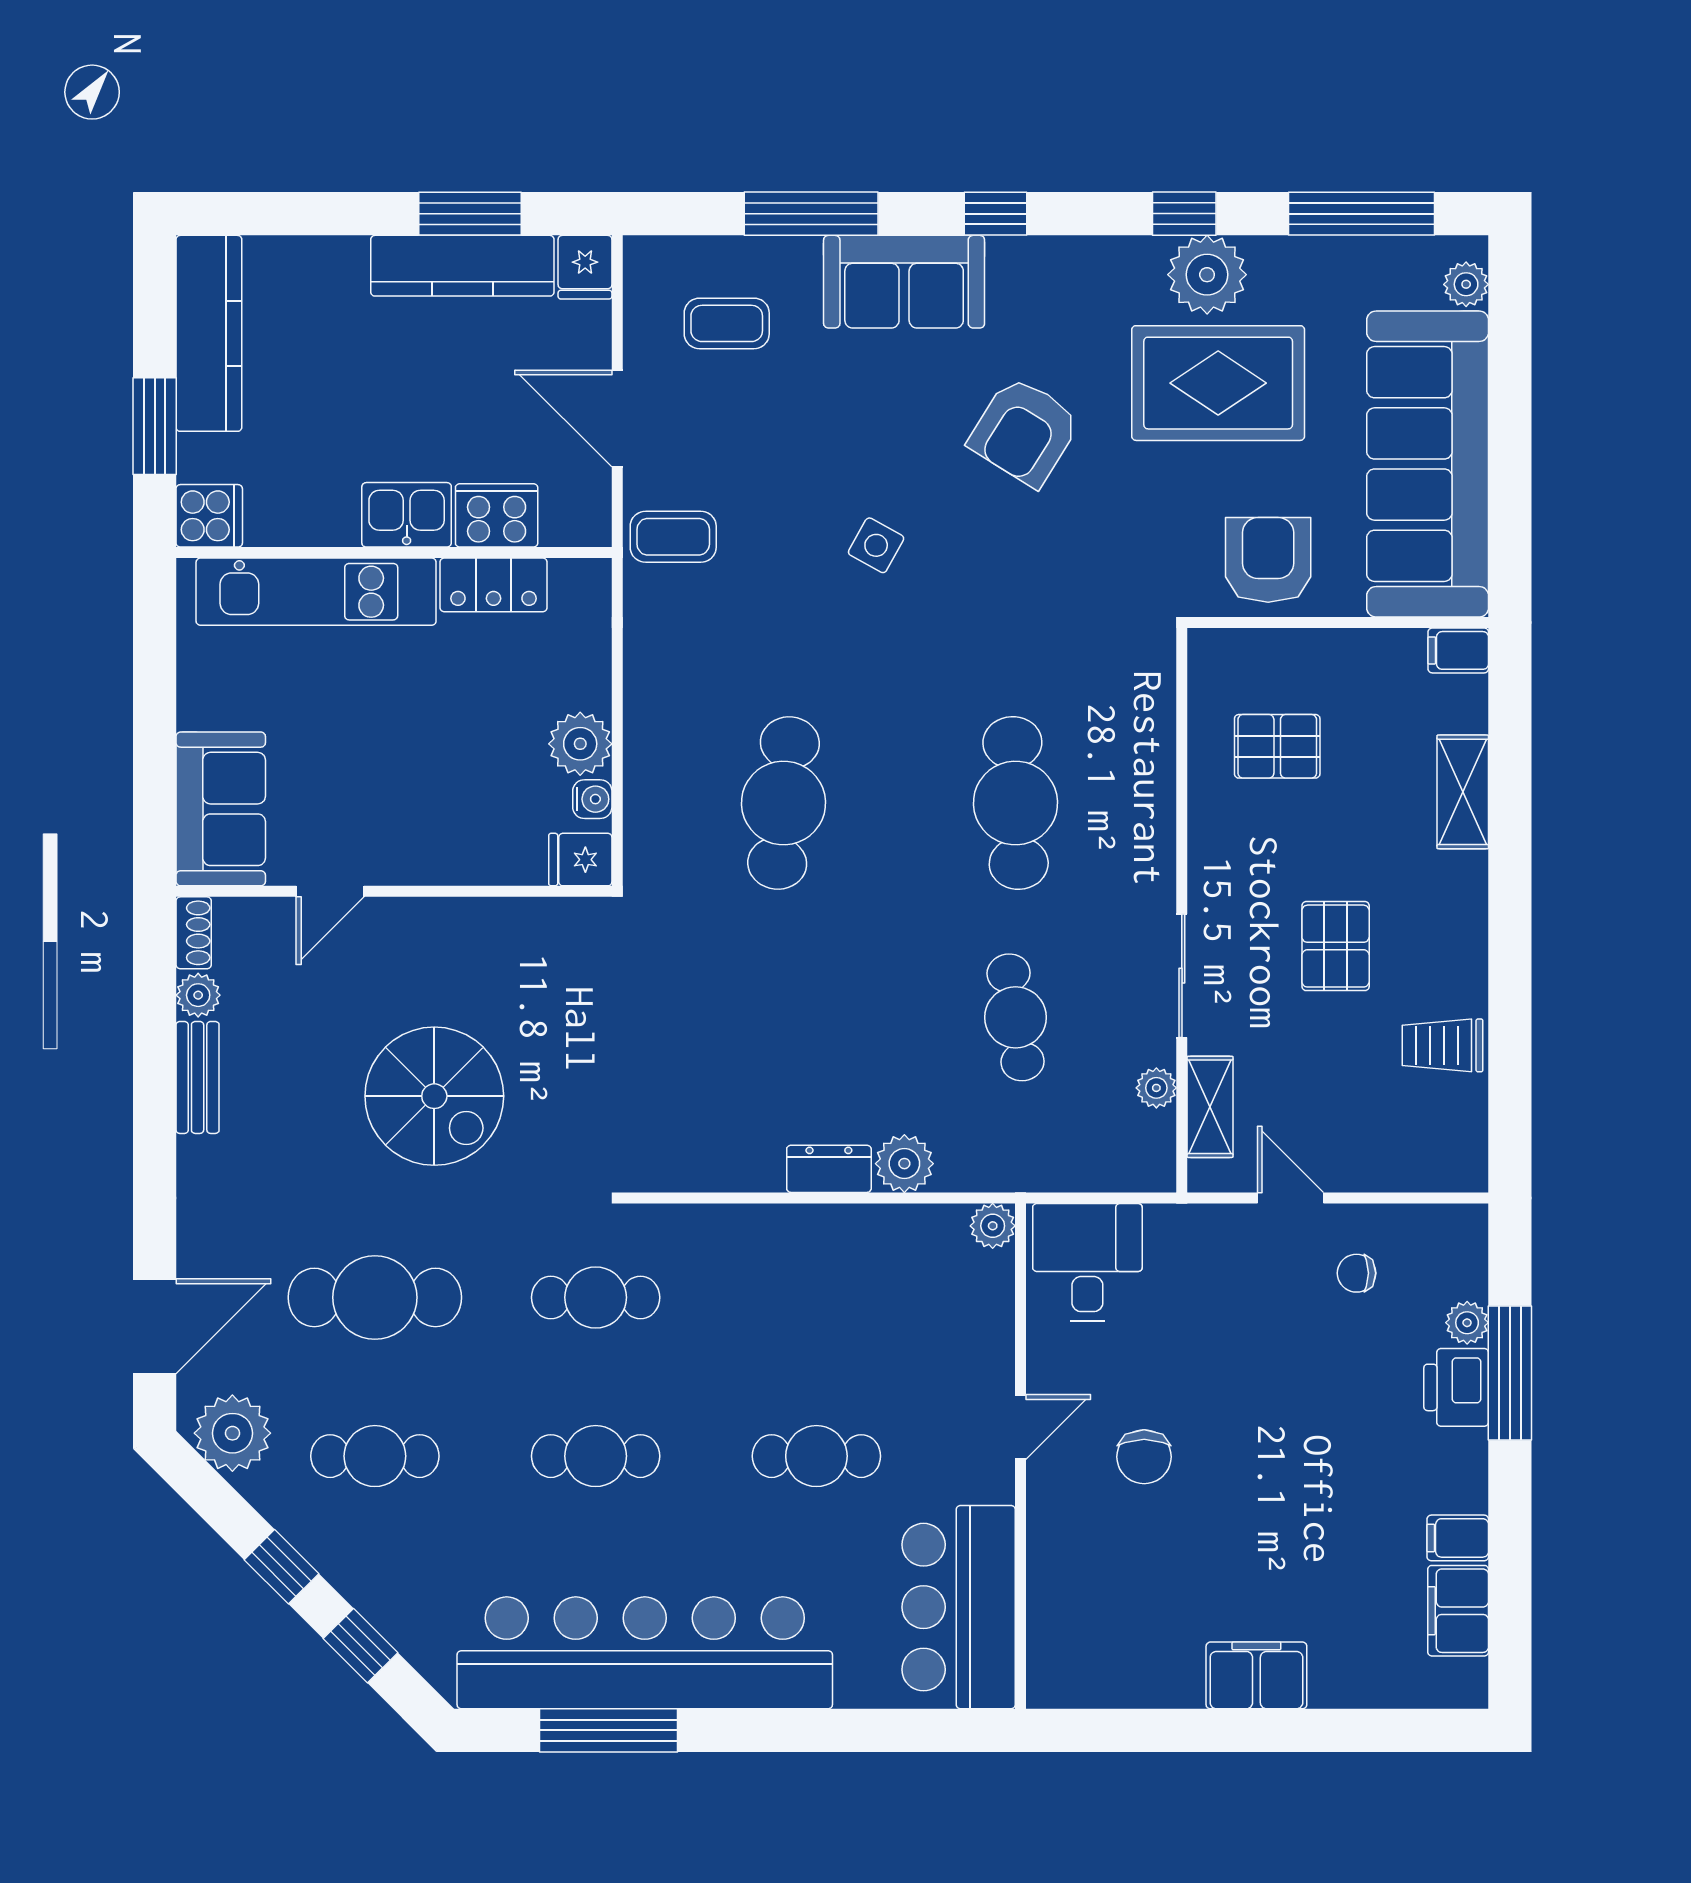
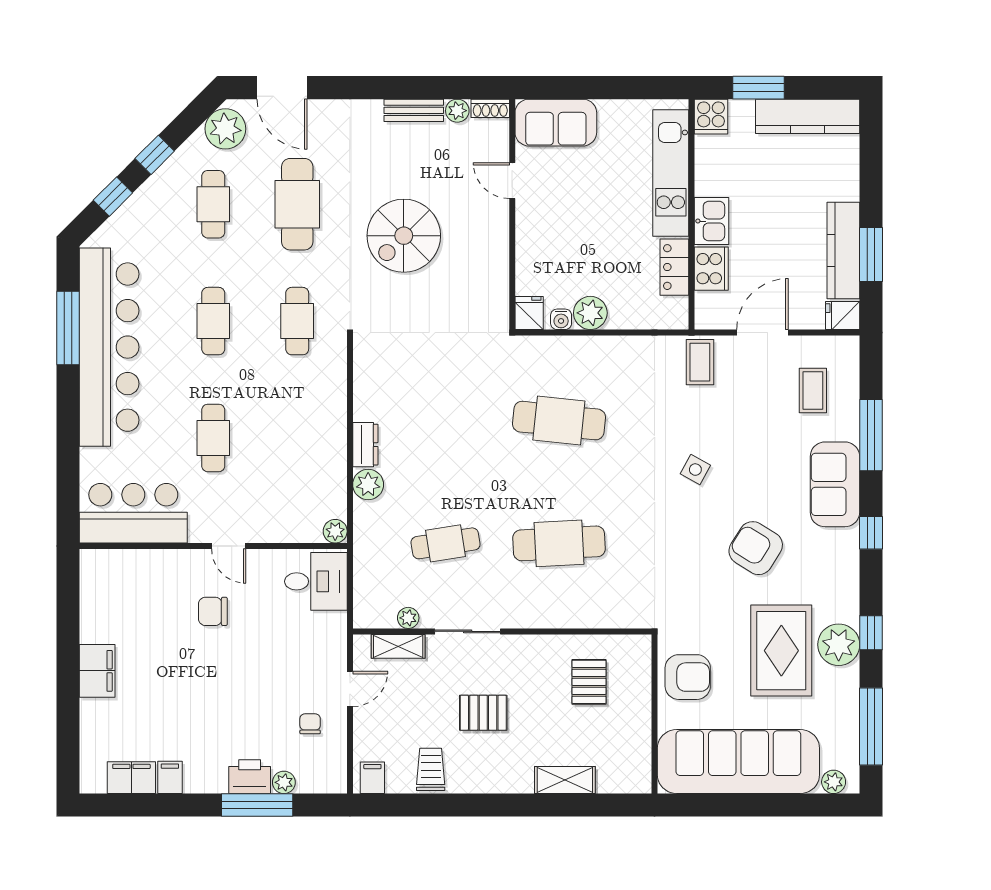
filing cabinet: (1458, 650) -> (372, 778), moved

